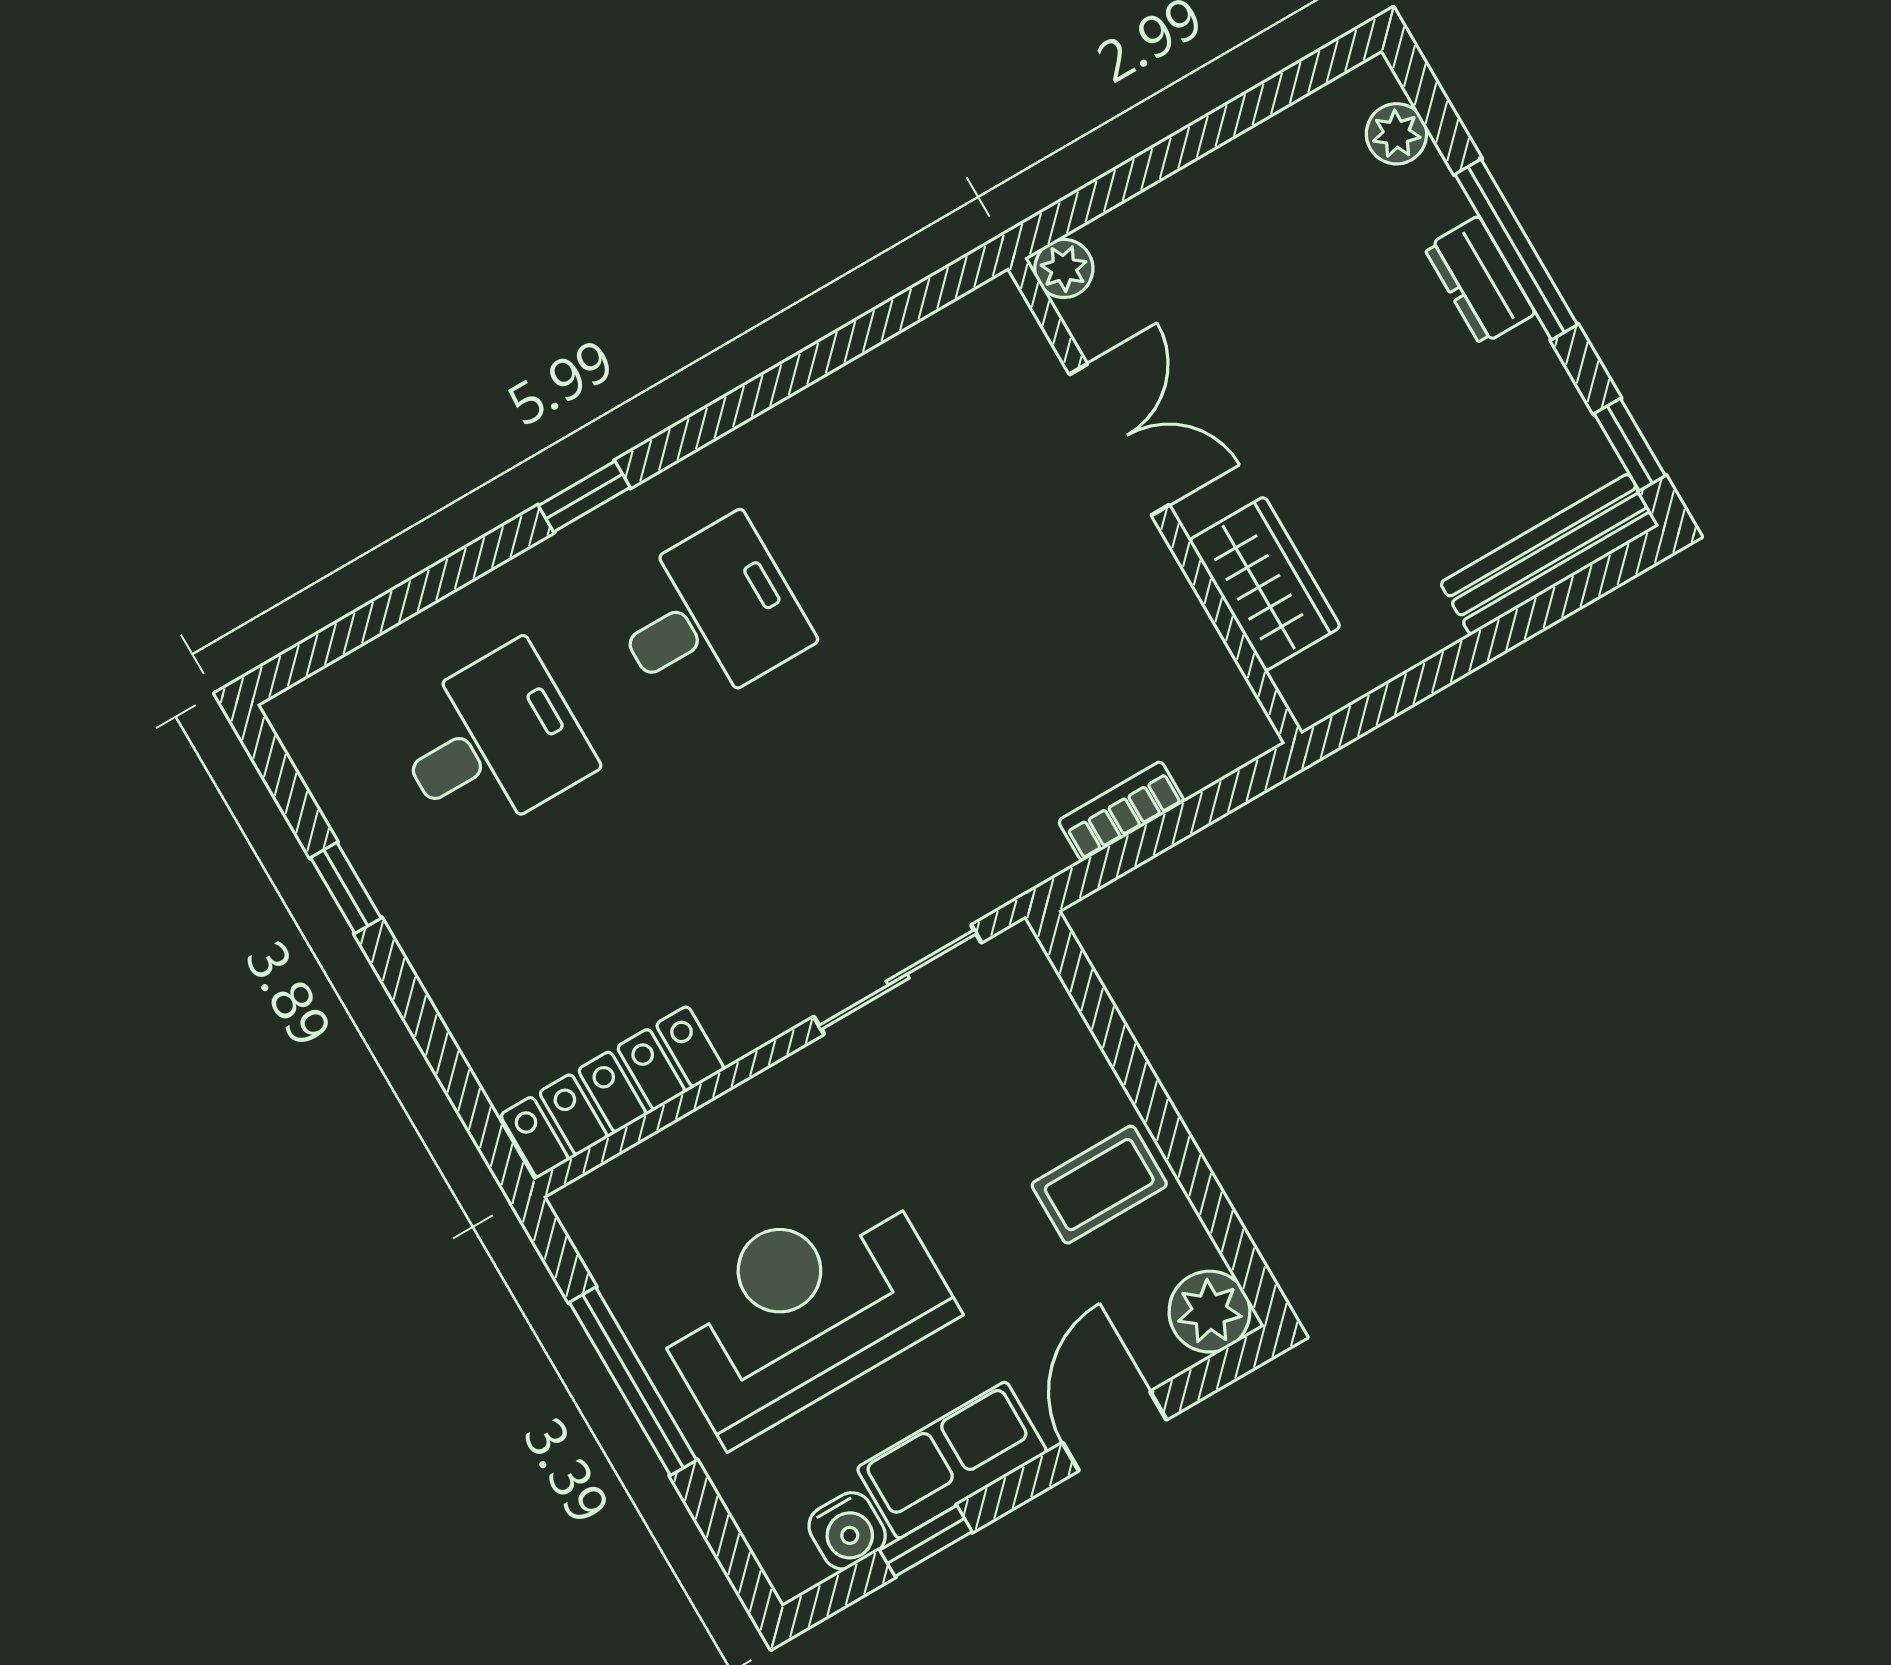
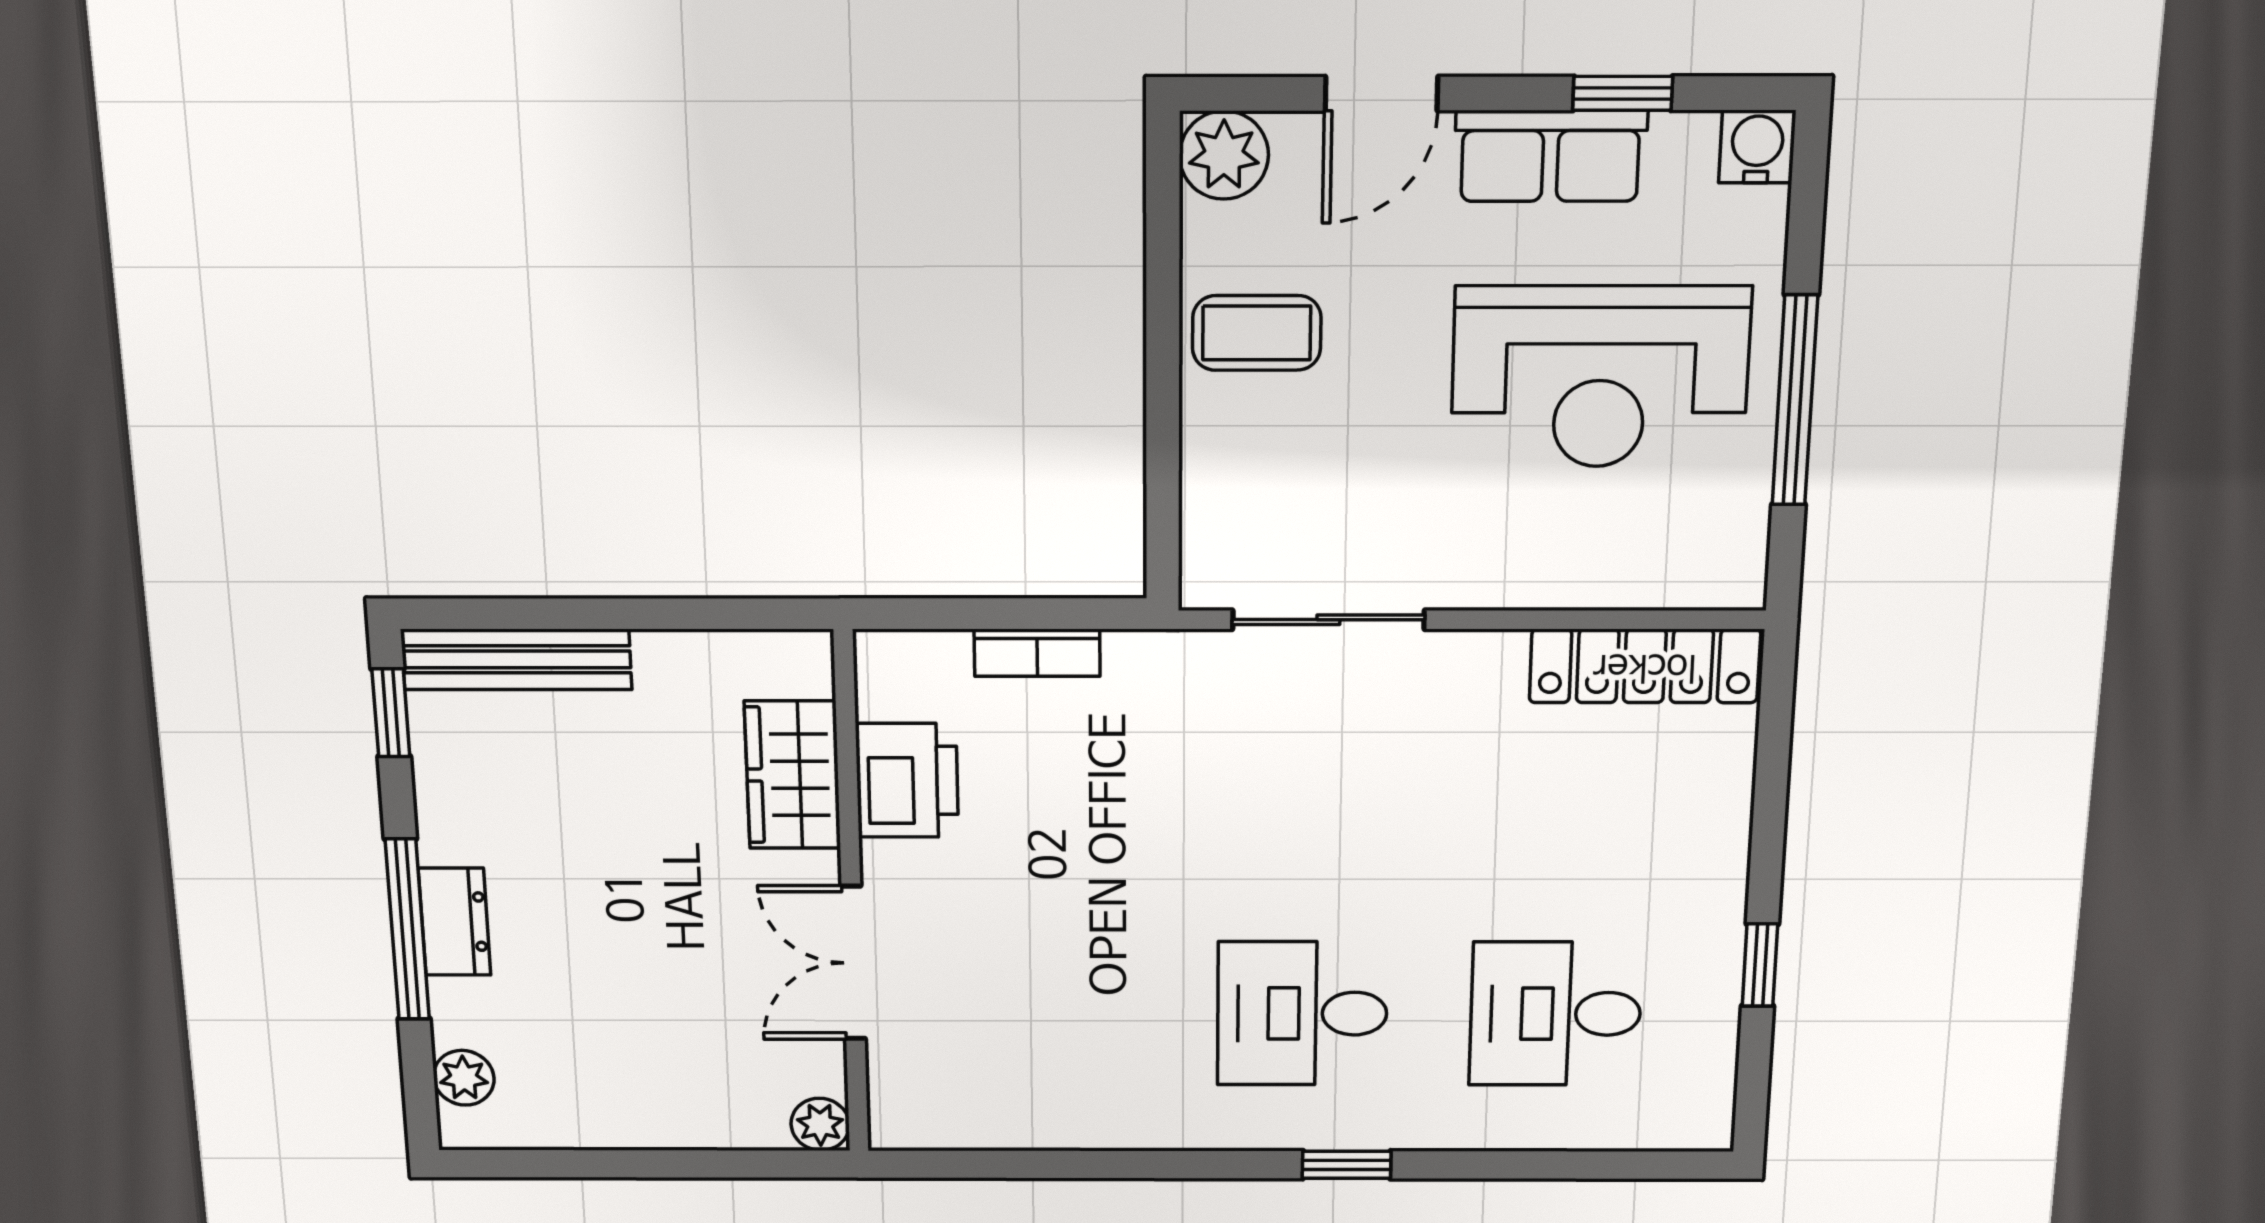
printer: (1166, 635) -> (907, 780), added
water cooler: (847, 1531) -> (1757, 147), moved

